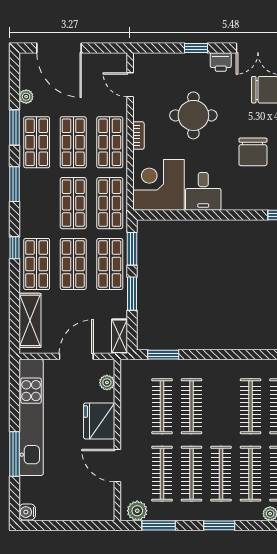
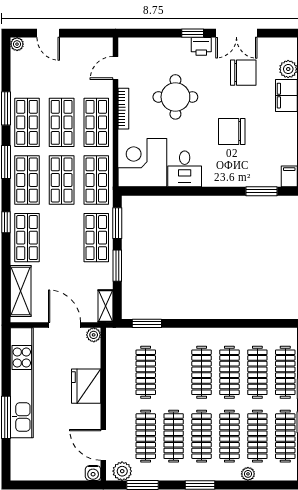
door: (59, 48) -> (48, 33), width x0.53
window: (196, 48) -> (193, 33), moved
door: (130, 85) -> (116, 68), hinge flipped
plant: (26, 97) -> (17, 44), moved
bookcase: (138, 136) -> (123, 109), width x1.56
chair: (253, 152) -> (232, 131), turned 90
shop shelf: (73, 264) -> (27, 180), moved
door: (76, 356) -> (65, 325), hinge flipped
plant: (107, 383) -> (94, 335), moved
clothes rail: (192, 406) -> (202, 372), moved
door: (117, 466) -> (103, 445), moved
water cooler: (27, 512) -> (93, 473), moved, turned -90

